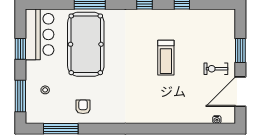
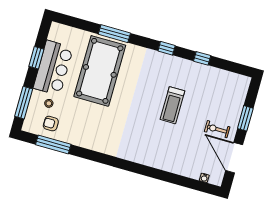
bar counter: (40, 34) -> (53, 68), moved
door: (240, 92) -> (234, 158), hinge flipped
armchair: (83, 107) -> (51, 124), moved, turned -90

